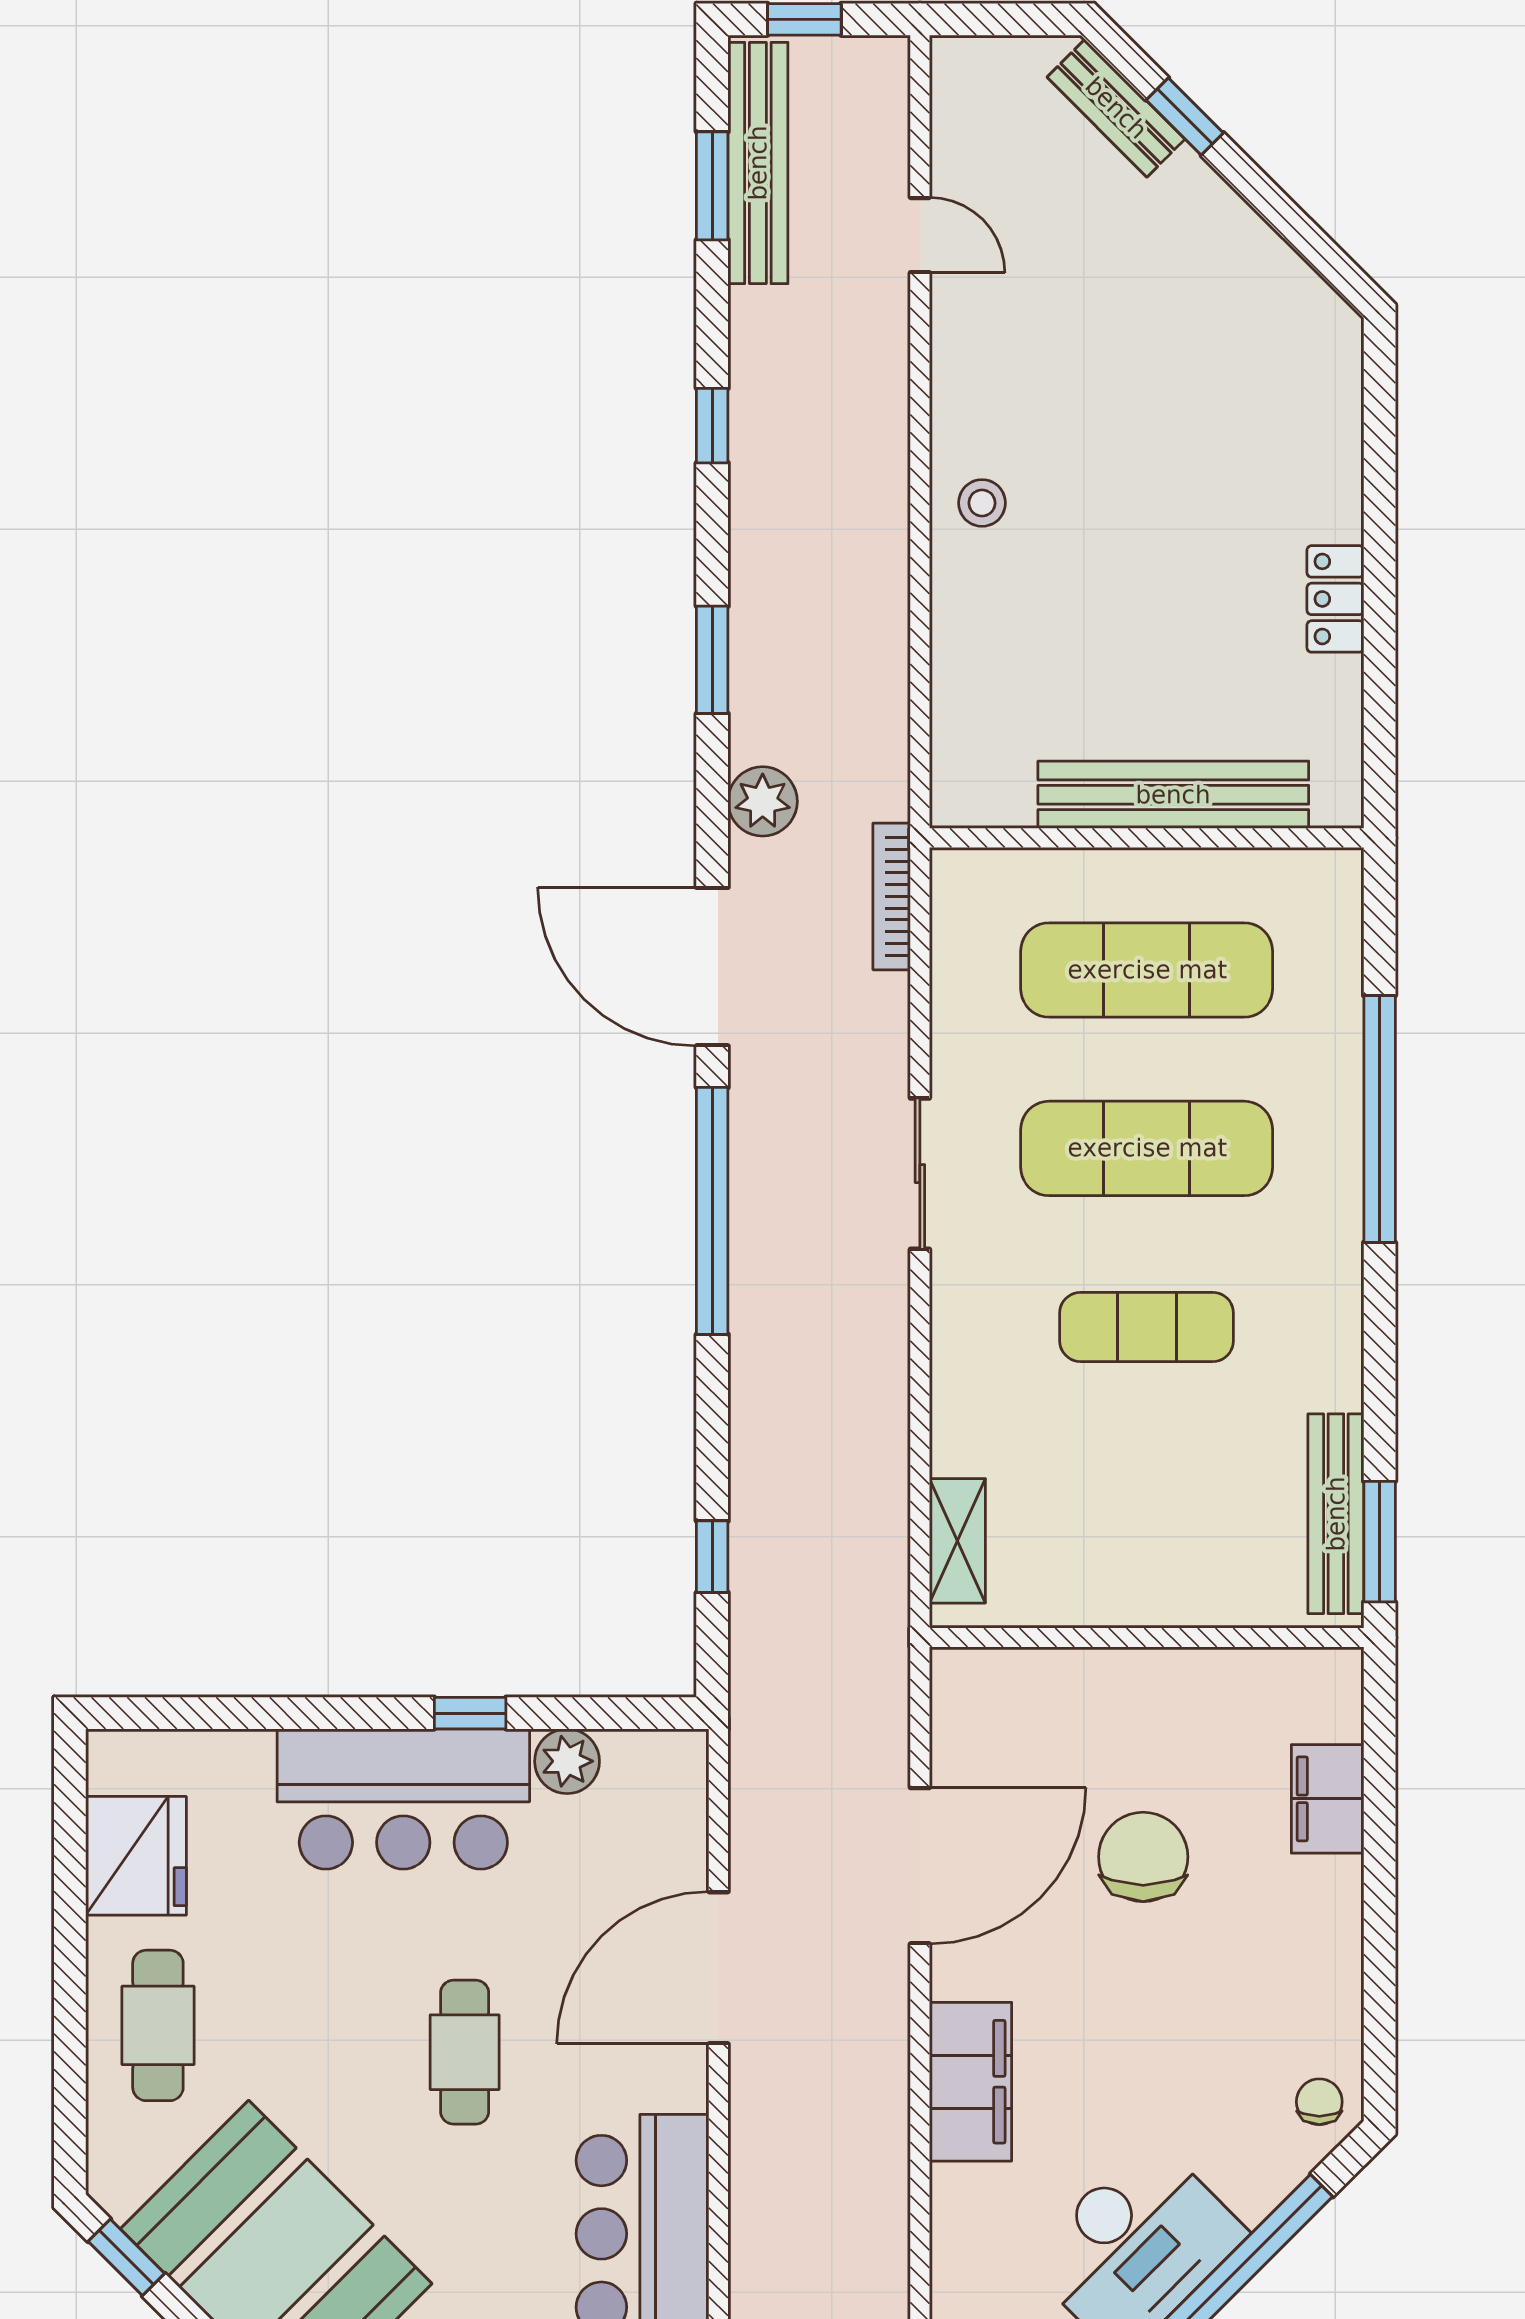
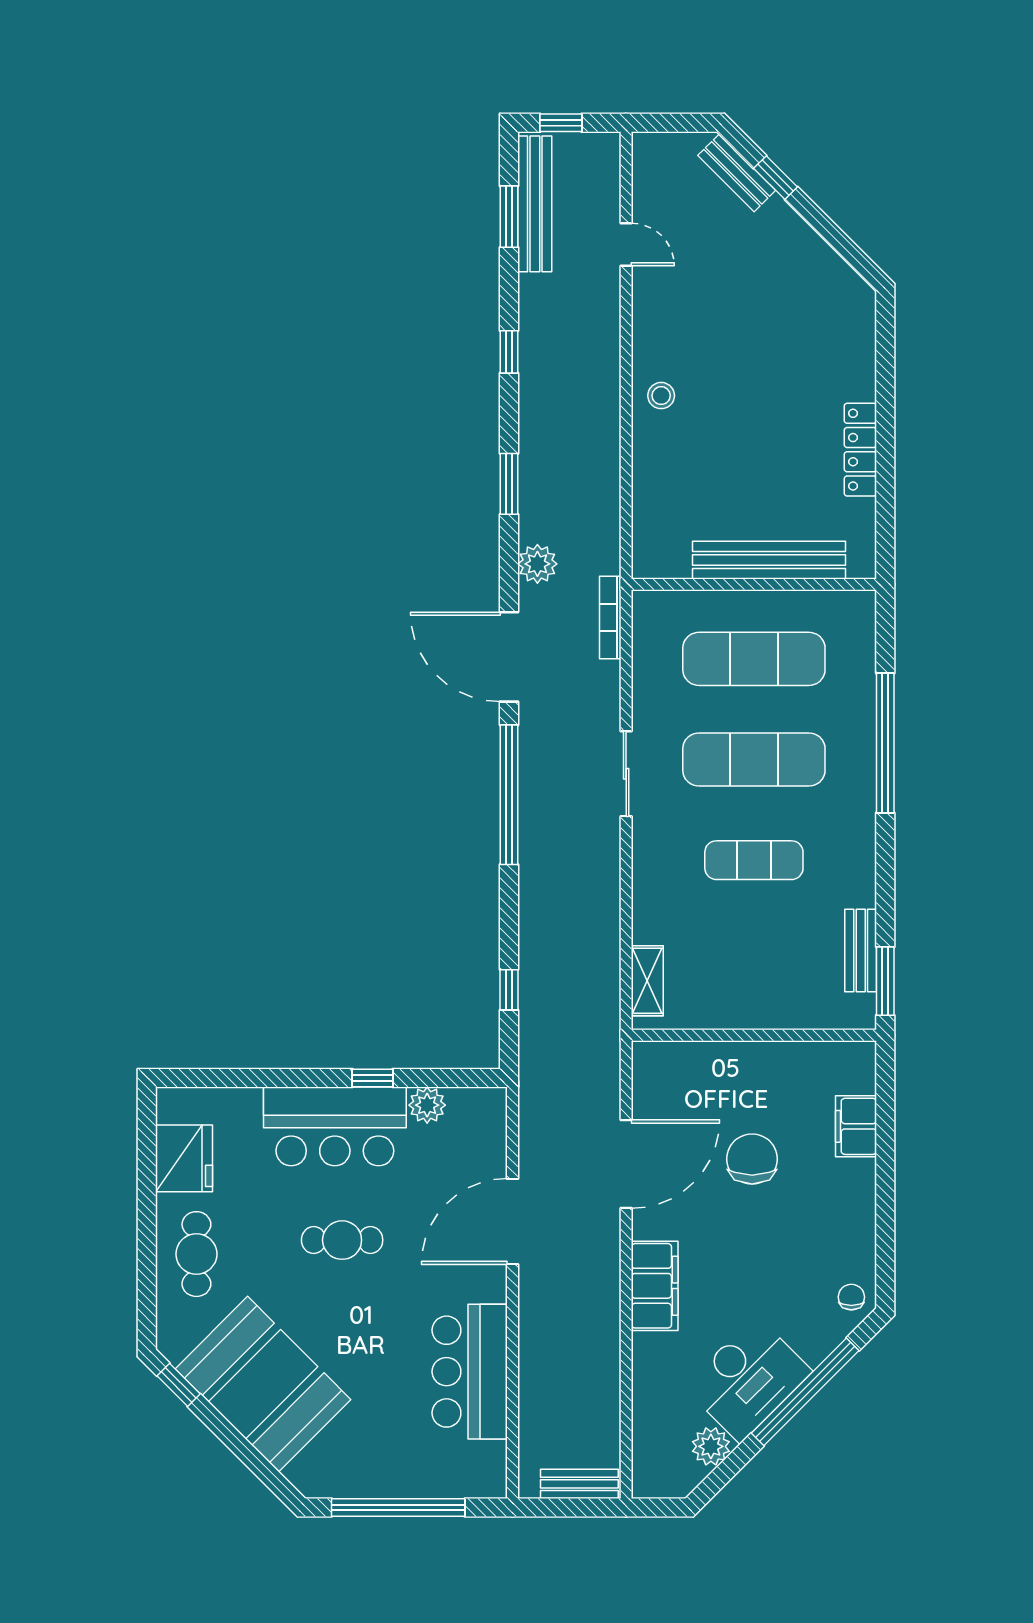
locker: (1335, 599) -> (860, 450), width x1.53
bench: (1336, 1514) -> (861, 950), width x0.73
cafe table: (465, 2052) -> (342, 1240), moved, turned 90

